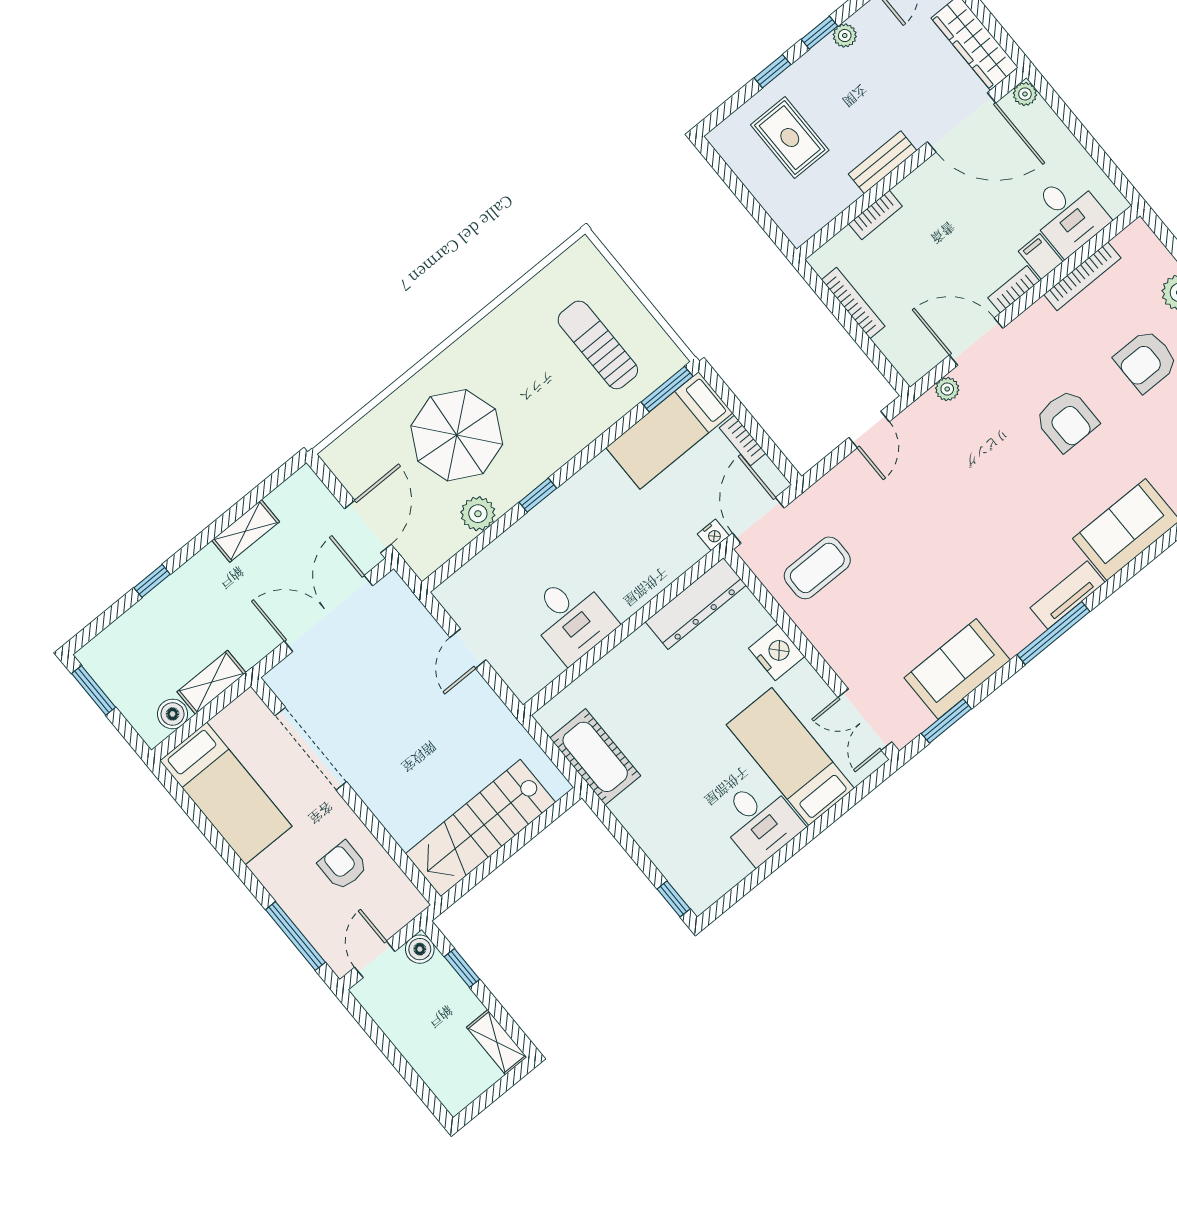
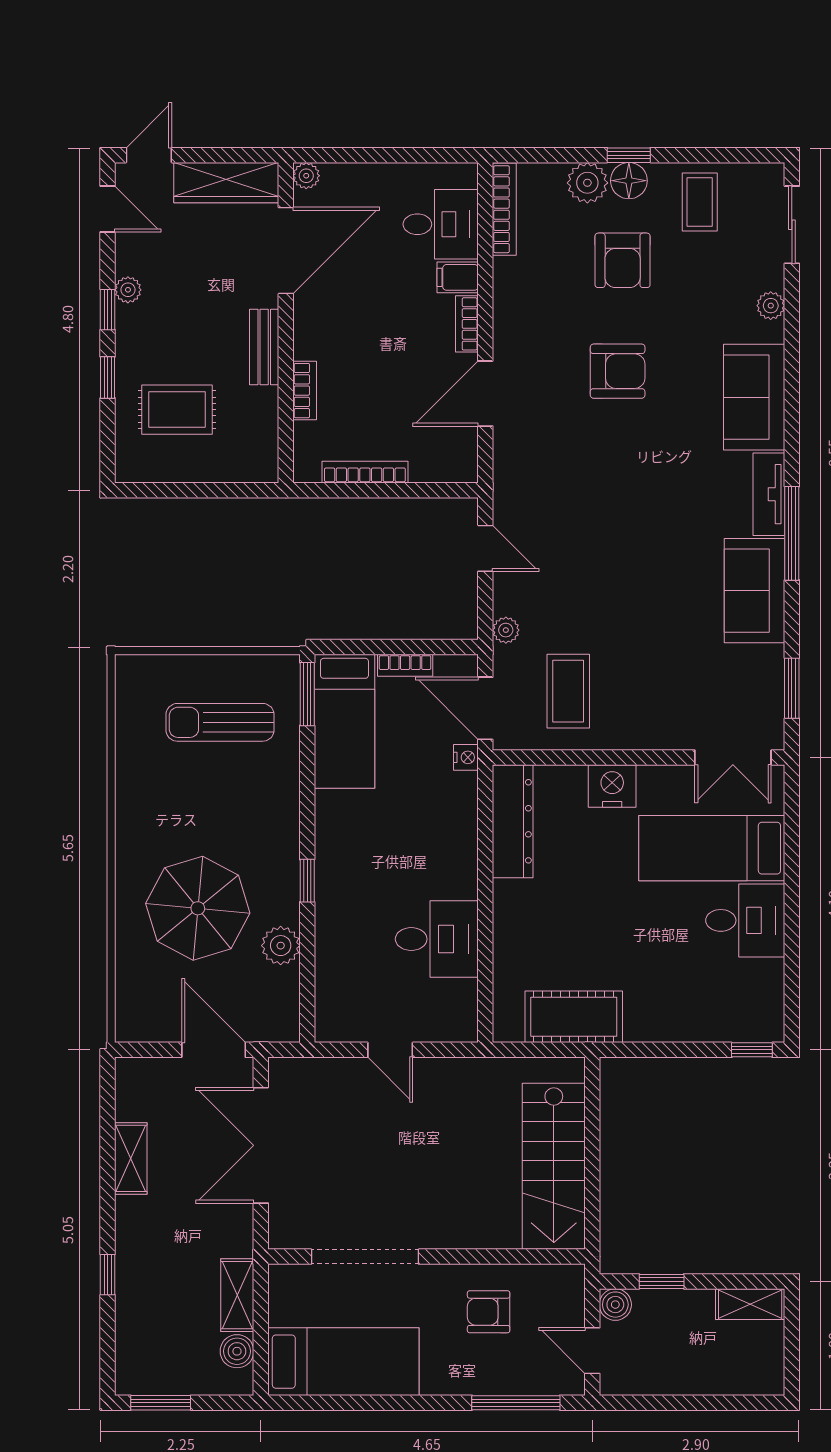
bookcase: (1082, 276) -> (504, 209), moved
plant: (947, 389) -> (506, 630), moved
sofa: (957, 669) -> (755, 591), moved

